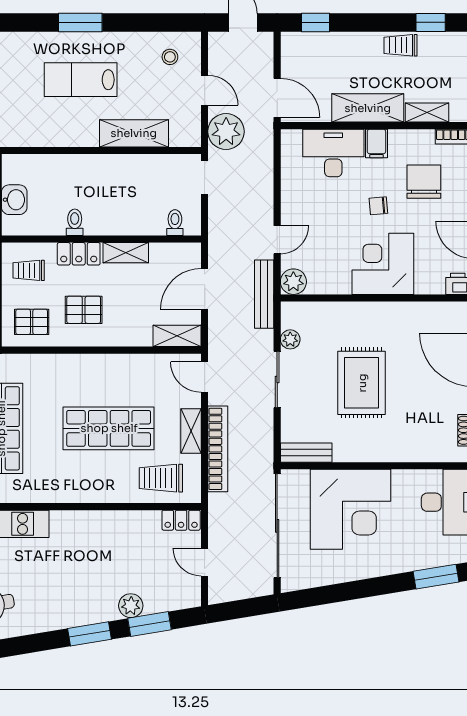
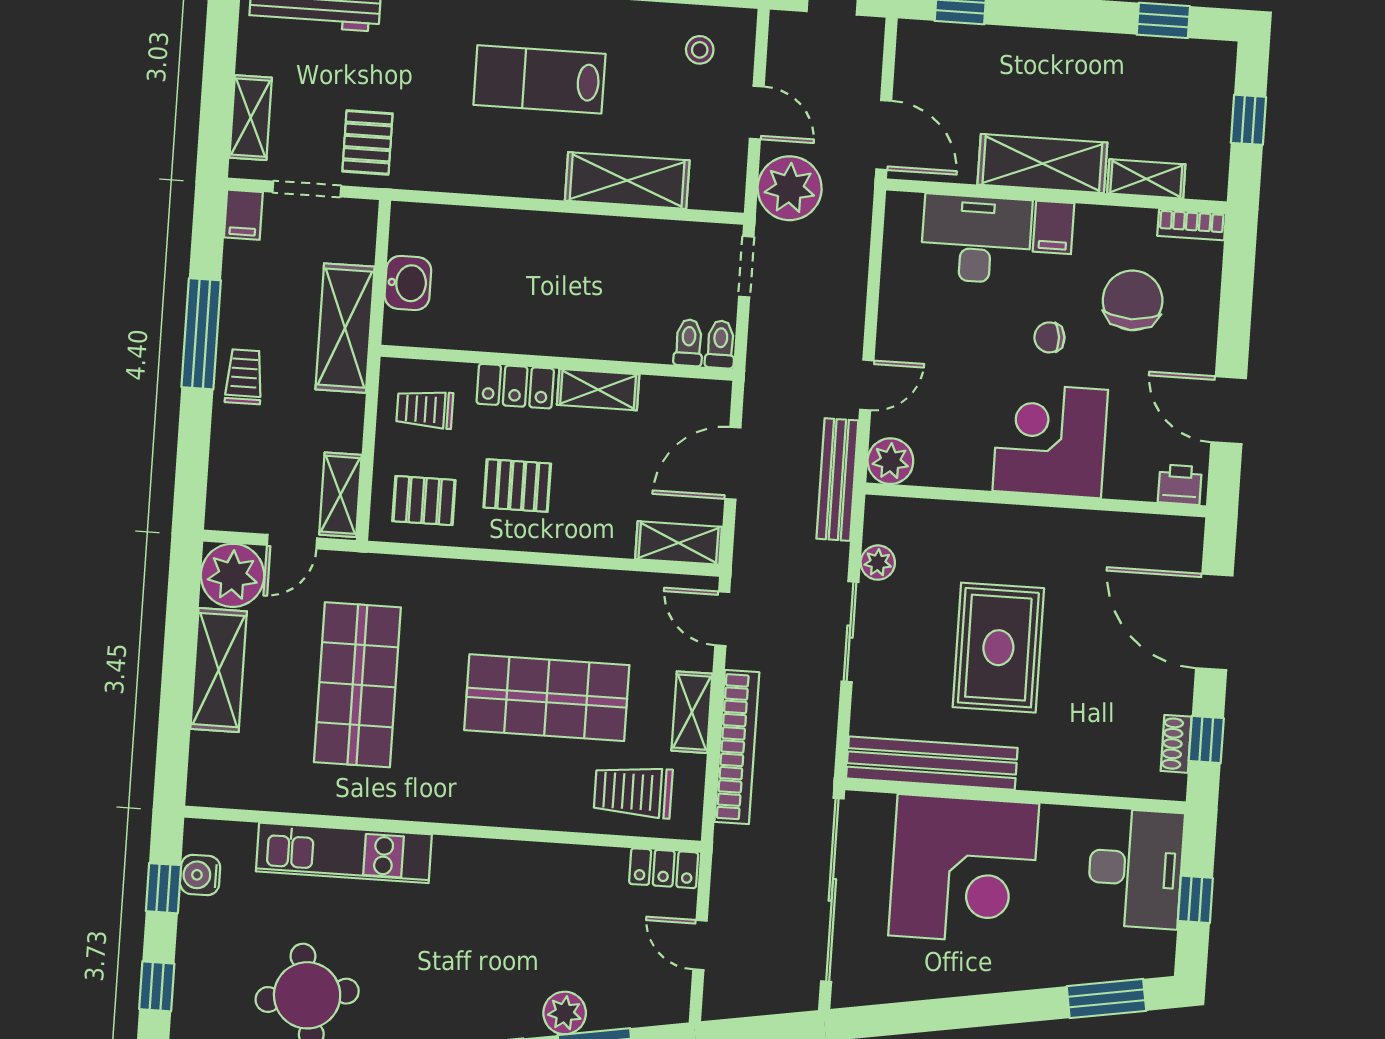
trolley: (401, 45) -> (1108, 57), removed
toilet: (75, 222) -> (720, 344), moved
bench: (306, 453) -> (932, 763), width x1.86, depth x1.21

